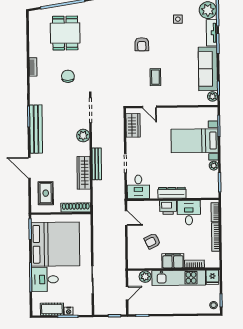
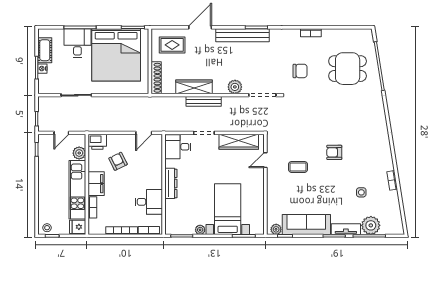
wardrobe: (133, 125) -> (239, 142), width x1.50
printer: (168, 207) -> (97, 142), moved, turned -90
door: (127, 293) -> (61, 133), hinge flipped

